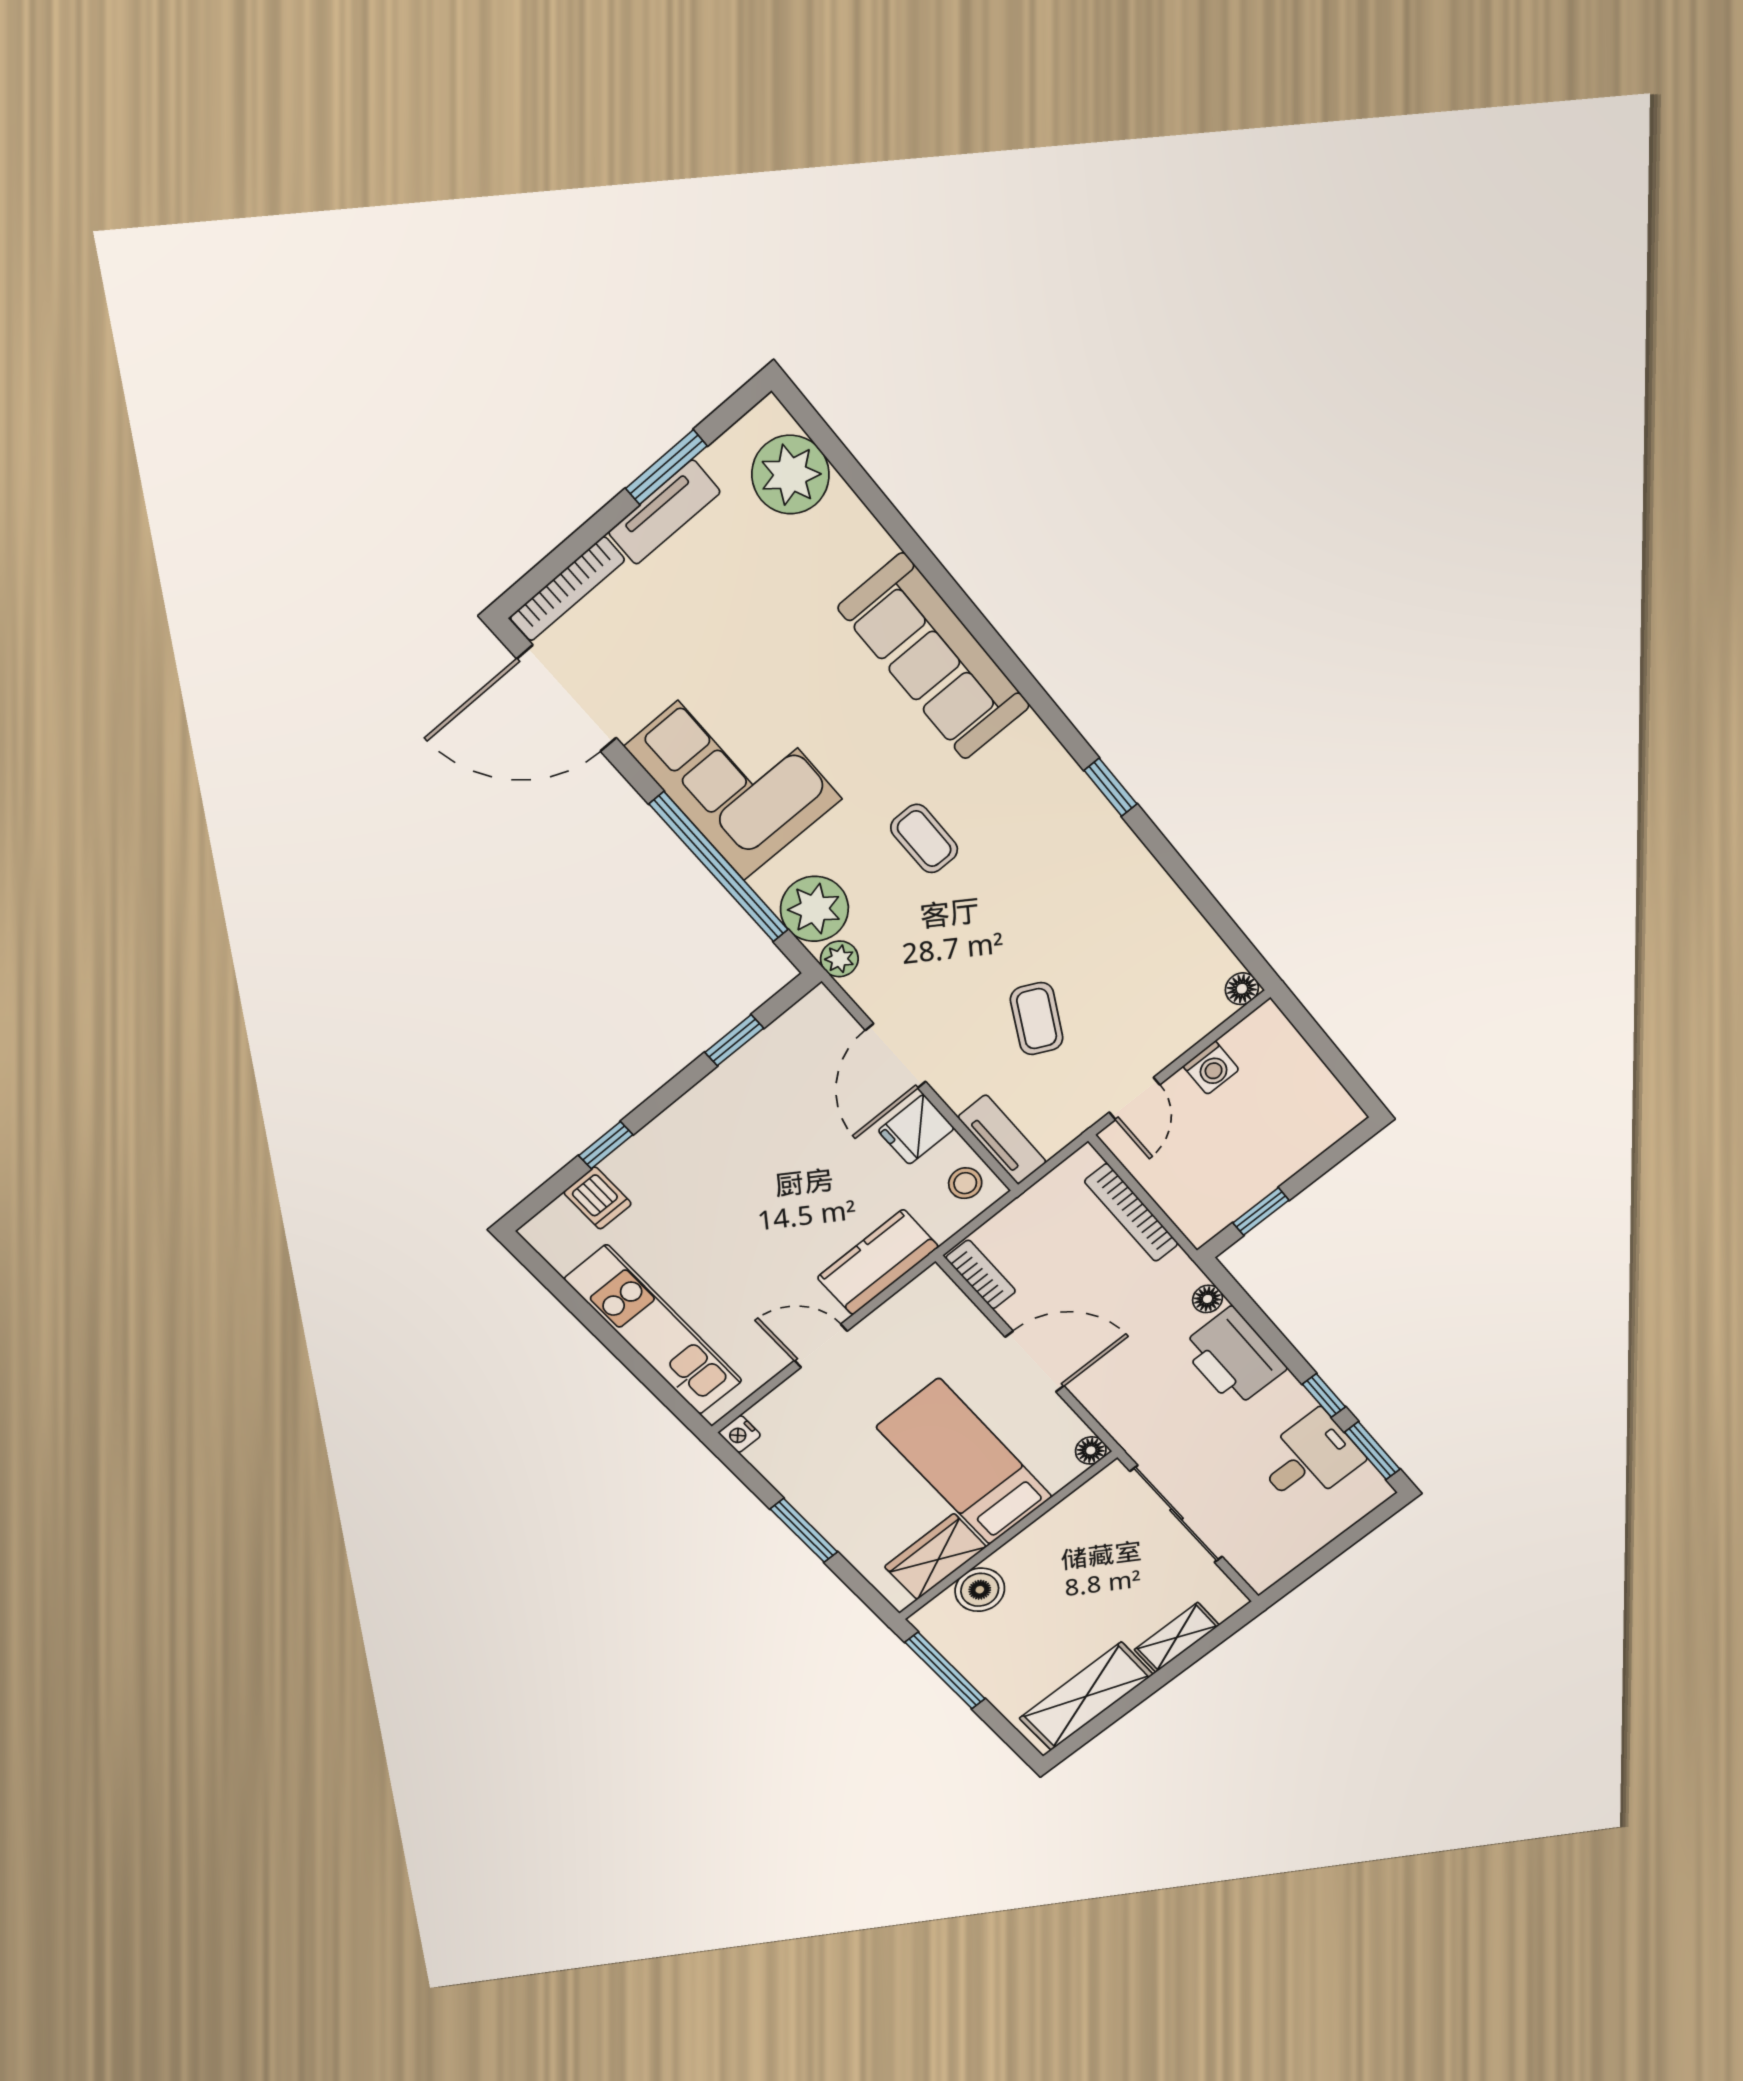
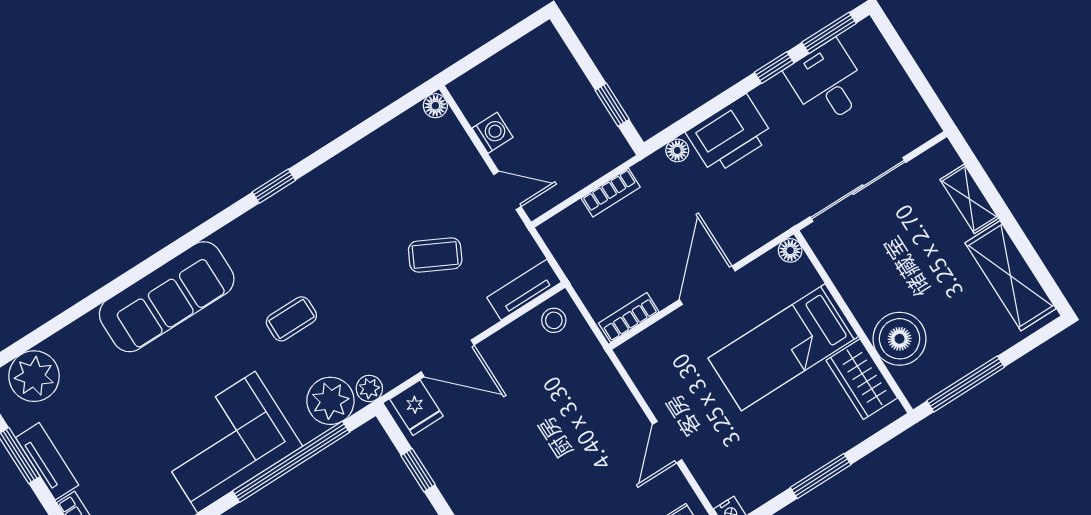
fridge: (916, 1130) -> (417, 408), moved
bookcase: (1131, 1213) -> (611, 193), width x0.64
kitchen counter: (878, 1262) -> (606, 391), removed
boiler: (980, 1590) -> (900, 339), width x1.37, depth x1.37

